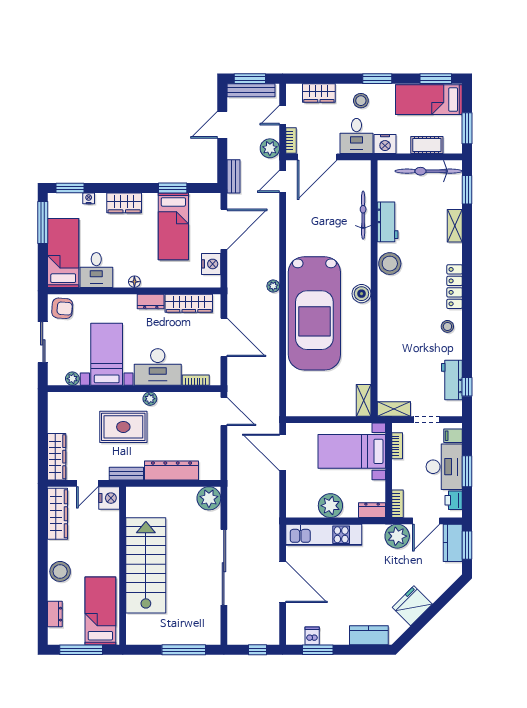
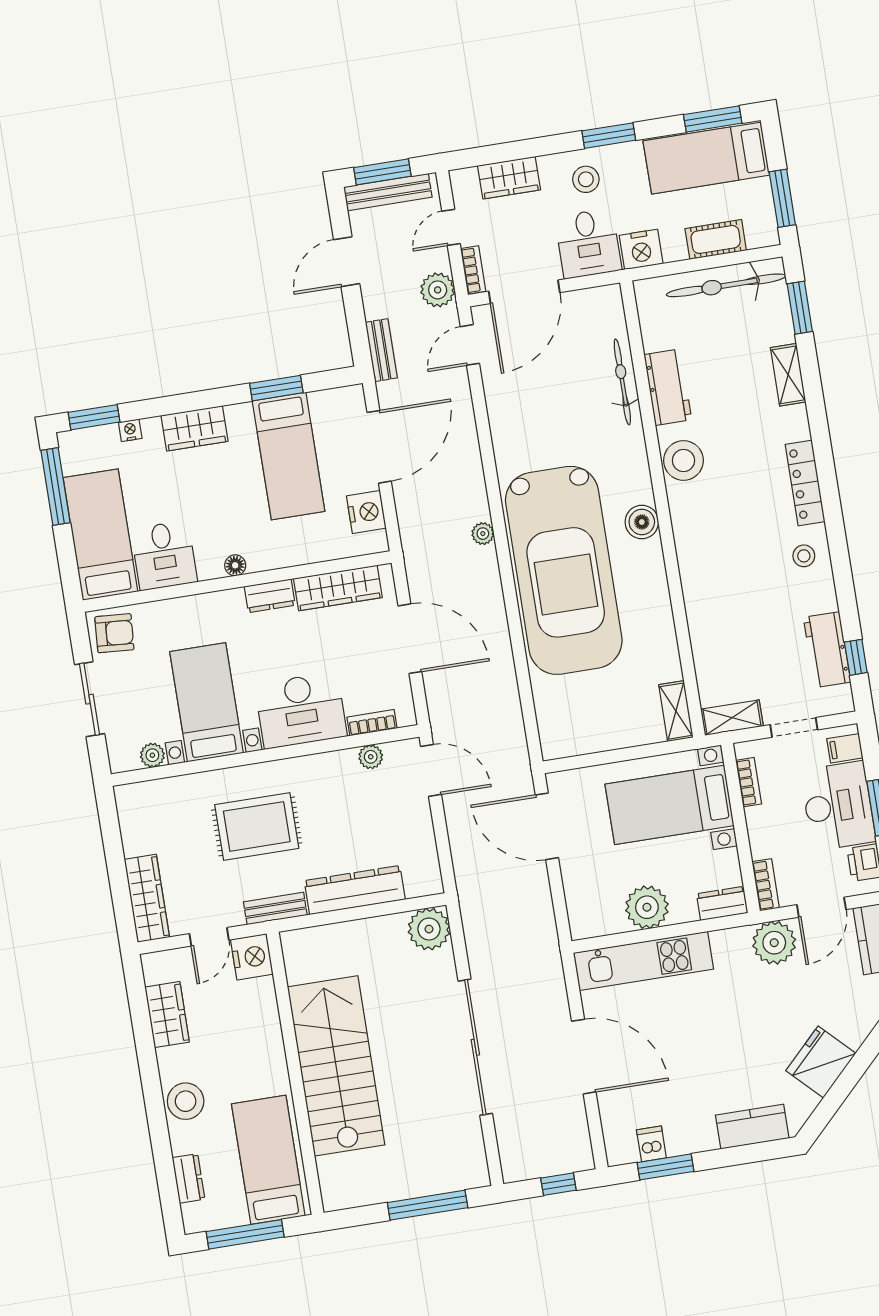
plant: (150, 399) -> (371, 757), moved
wardrobe: (58, 514) -> (167, 1015), width x0.67

